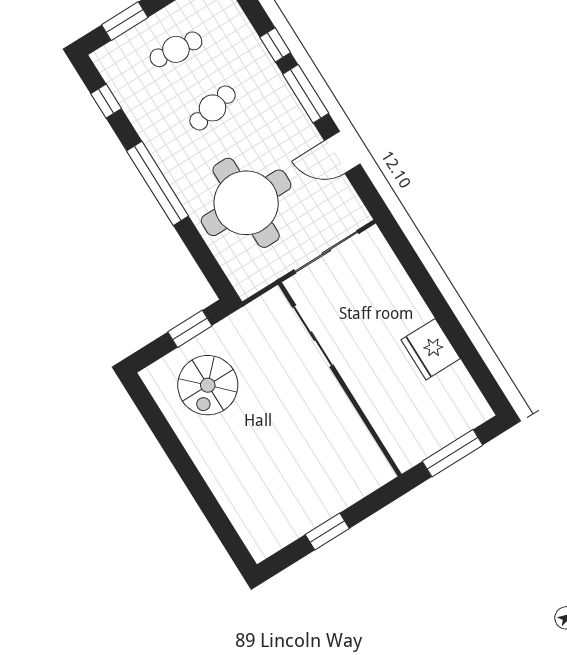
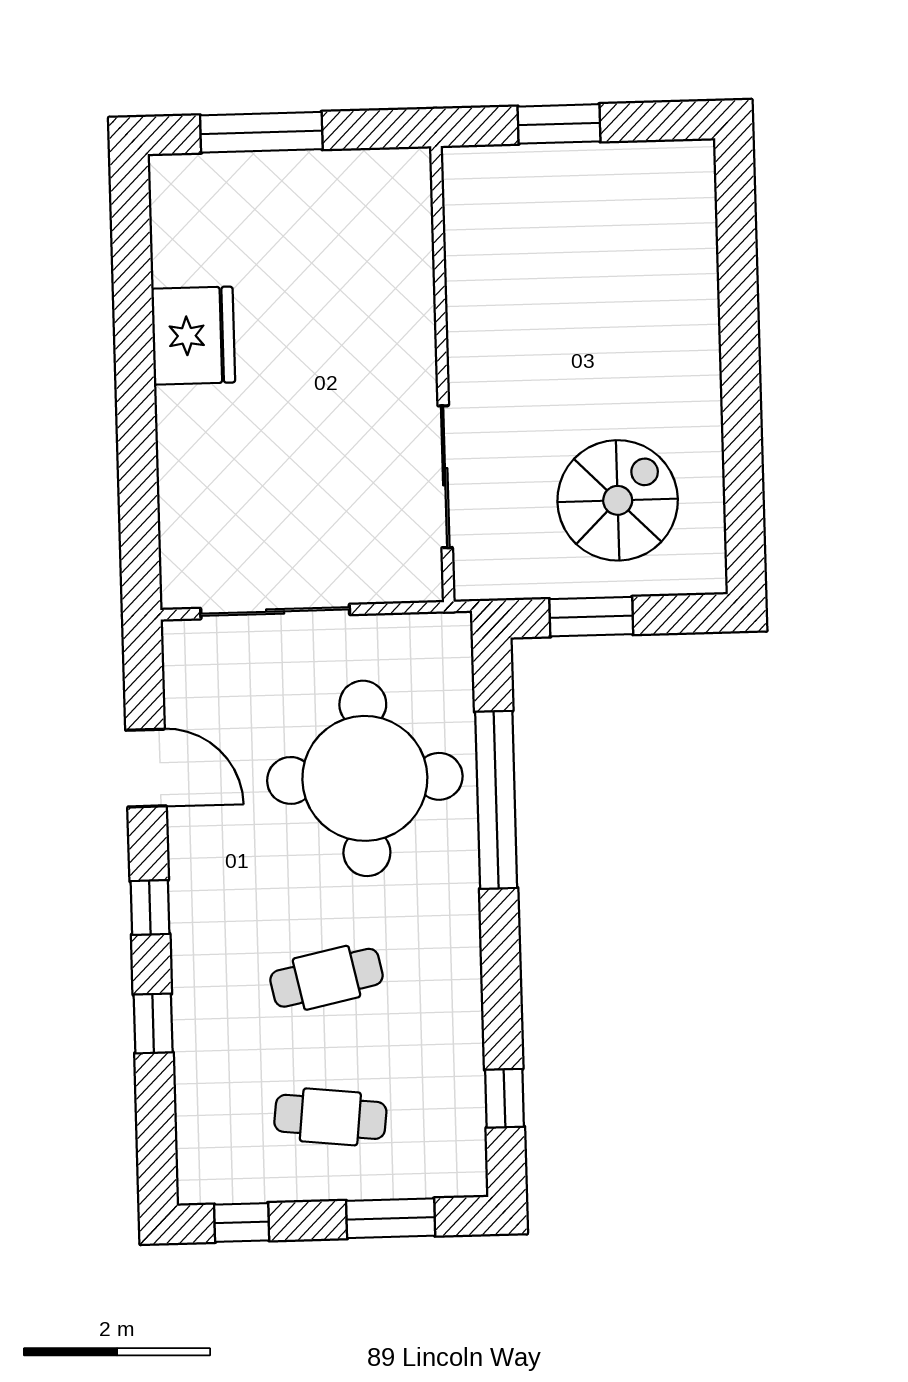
window: (306, 94) -> (150, 907), width x0.46
window: (158, 183) -> (496, 800), moved
sliding door: (313, 336) -> (445, 477), moved
wall: (340, 379) -> (442, 374), moved

